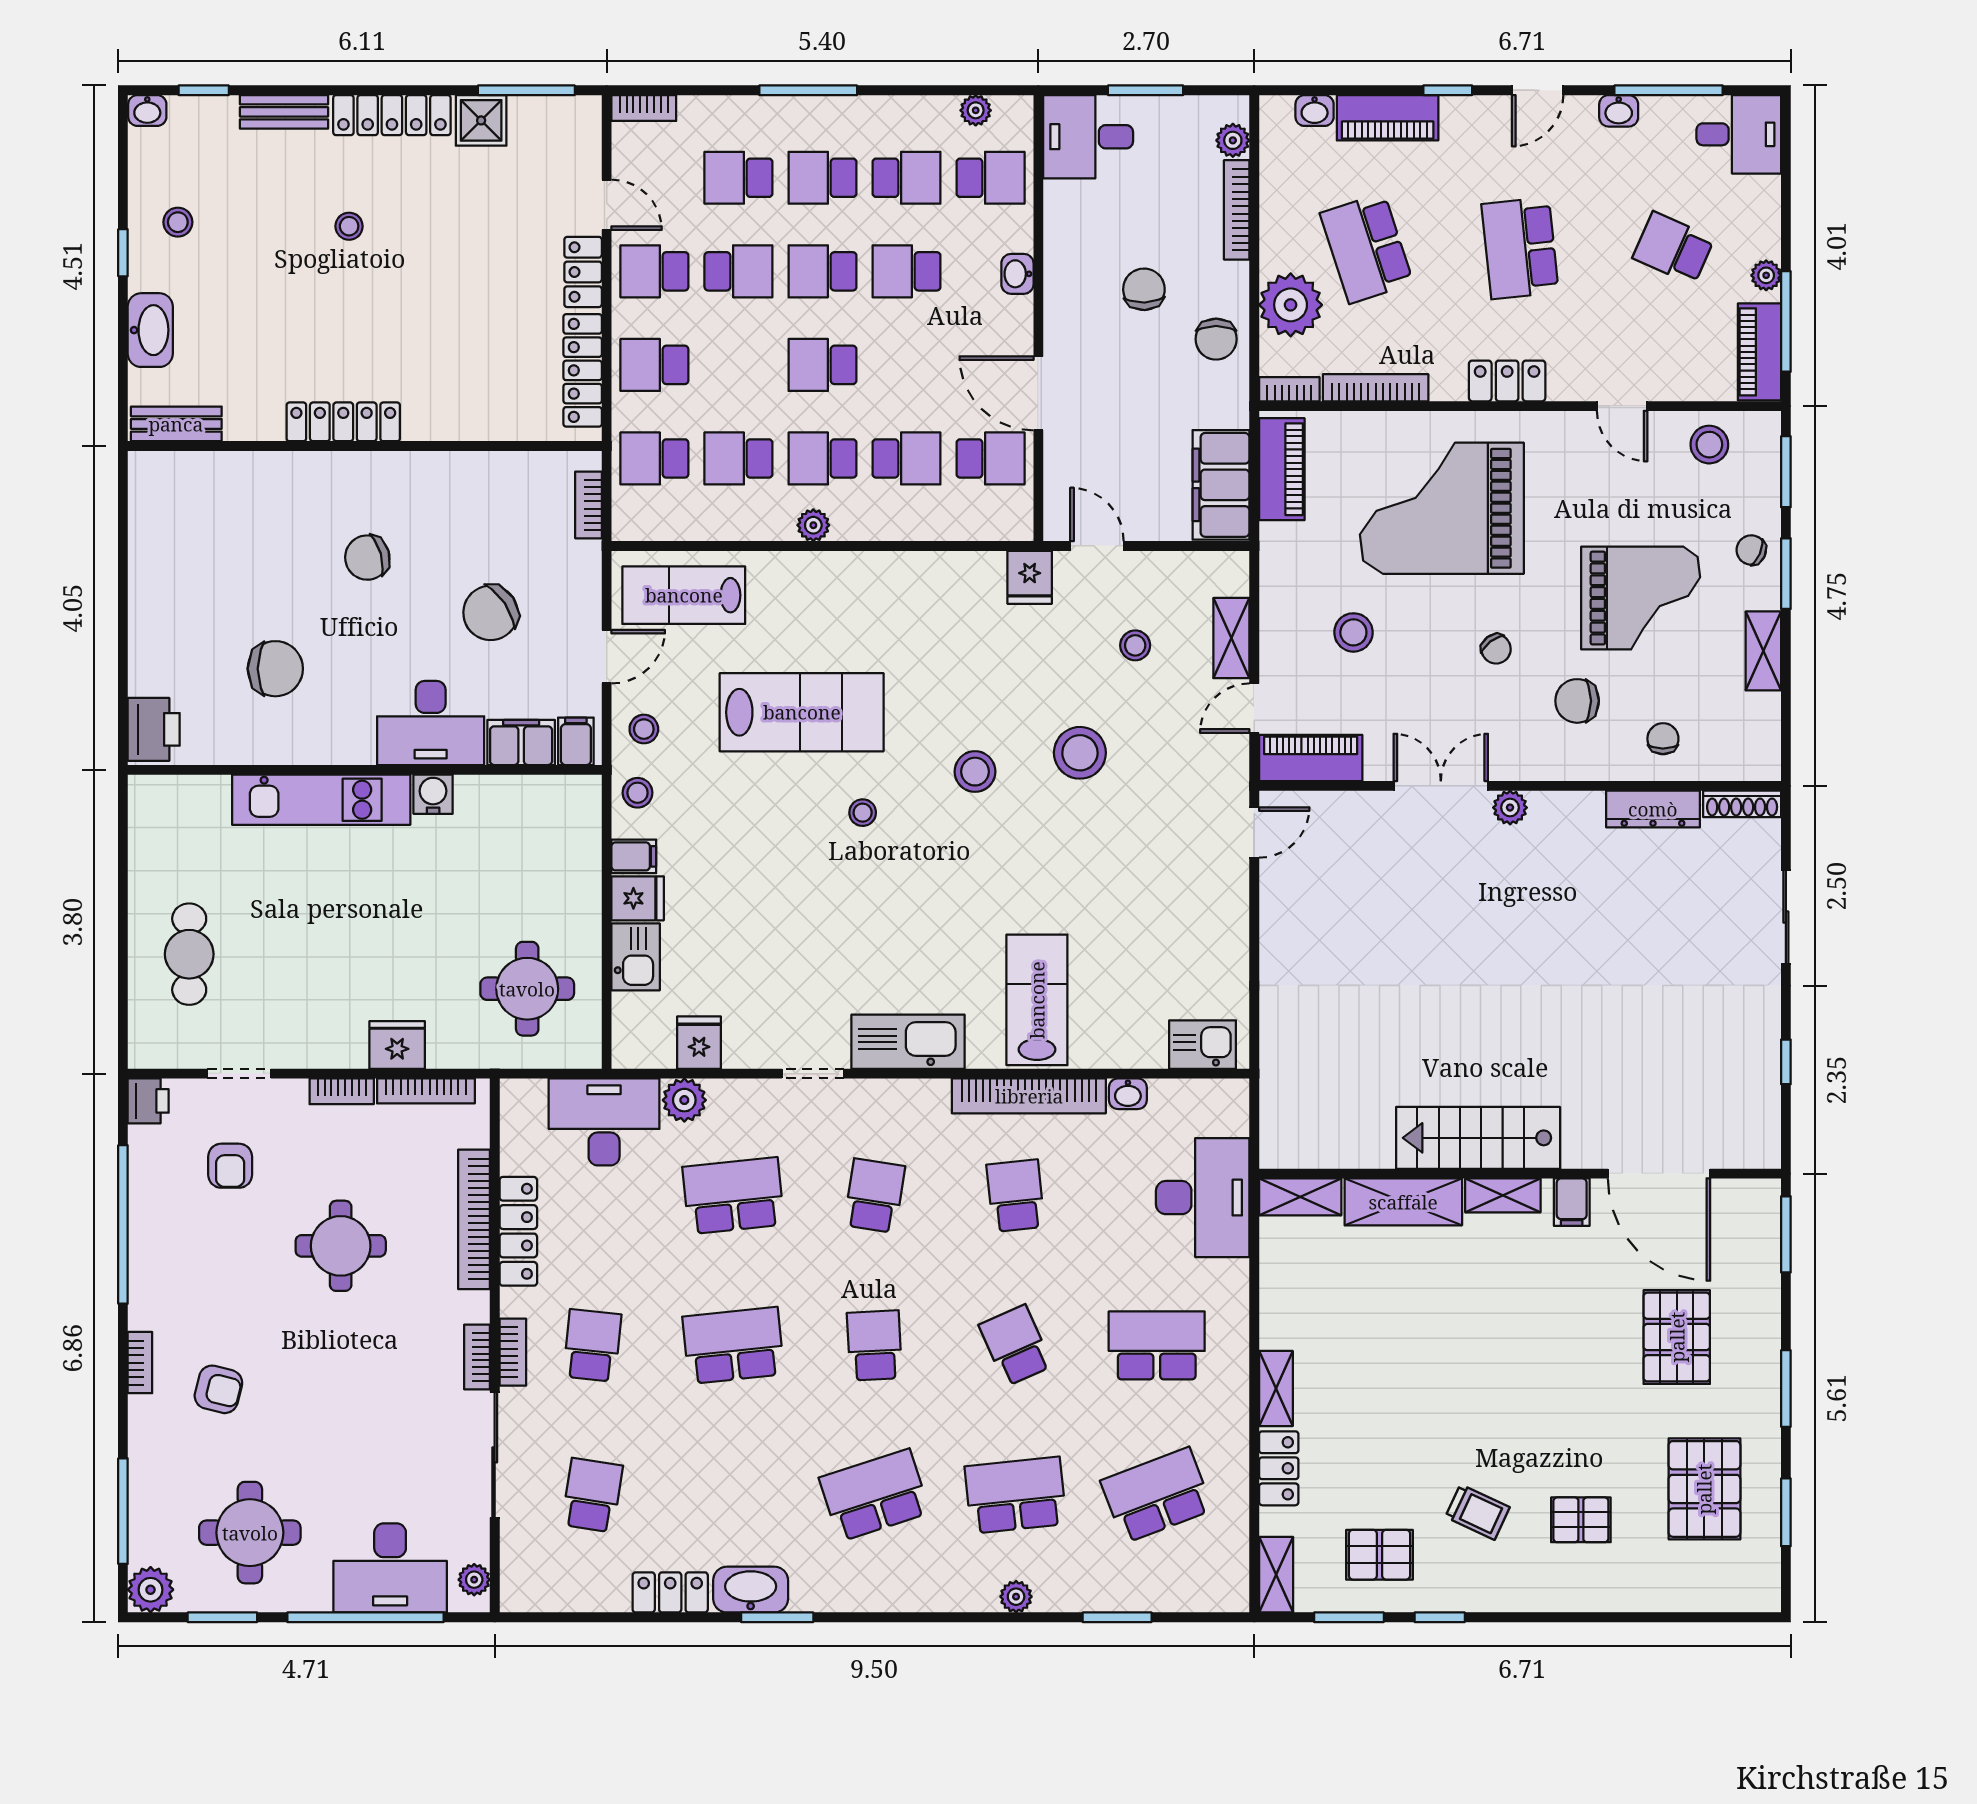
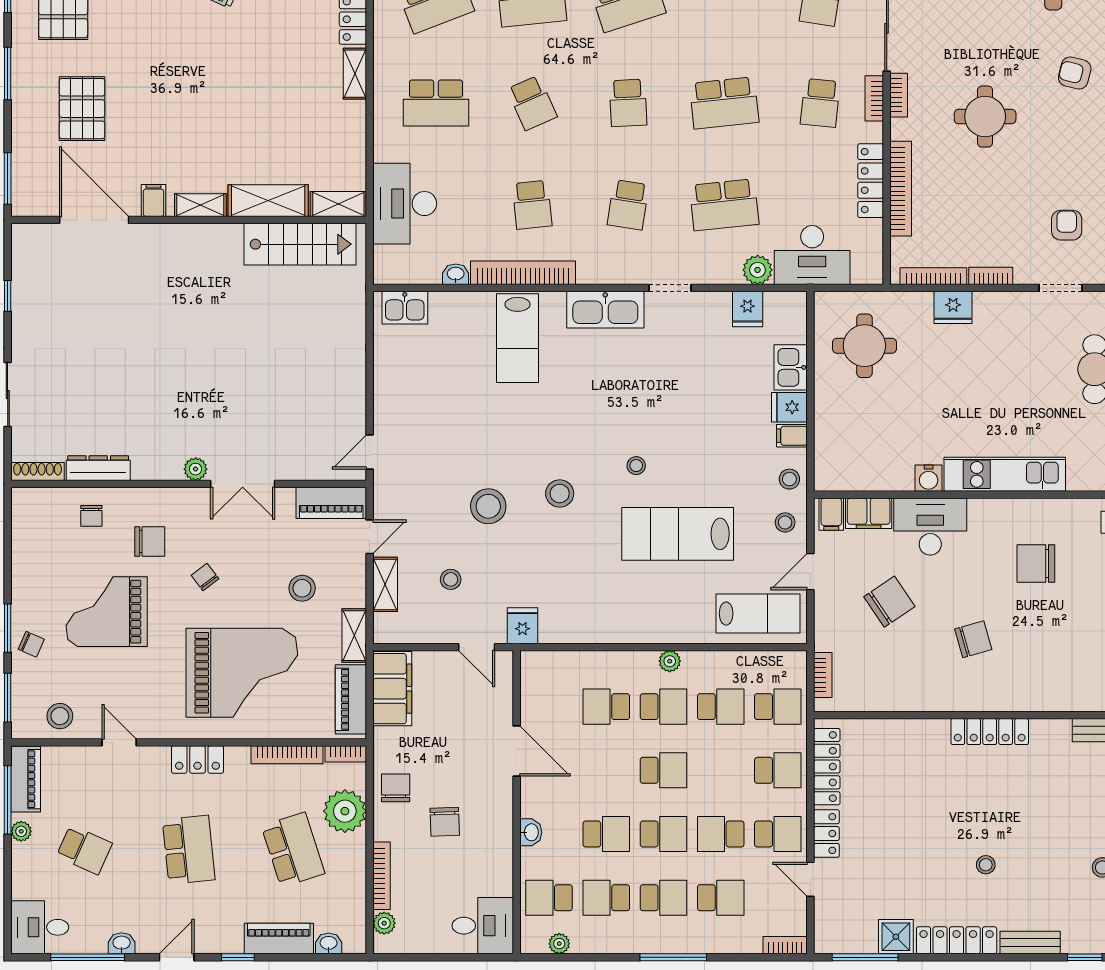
window: (1146, 90) -> (444, 957), removed
school desk: (991, 458) -> (549, 707), removed
shelving: (1763, 651) -> (354, 636), moved
stairs: (1478, 1138) -> (300, 244), moved
round table: (341, 1246) -> (985, 117), moved

